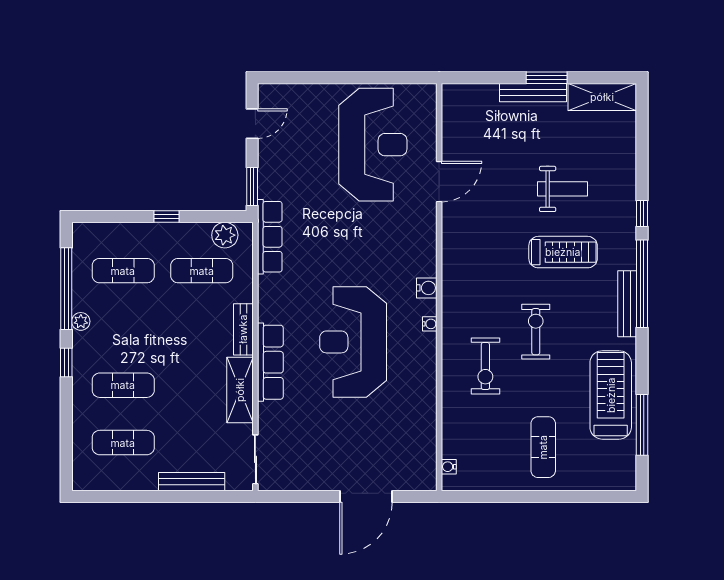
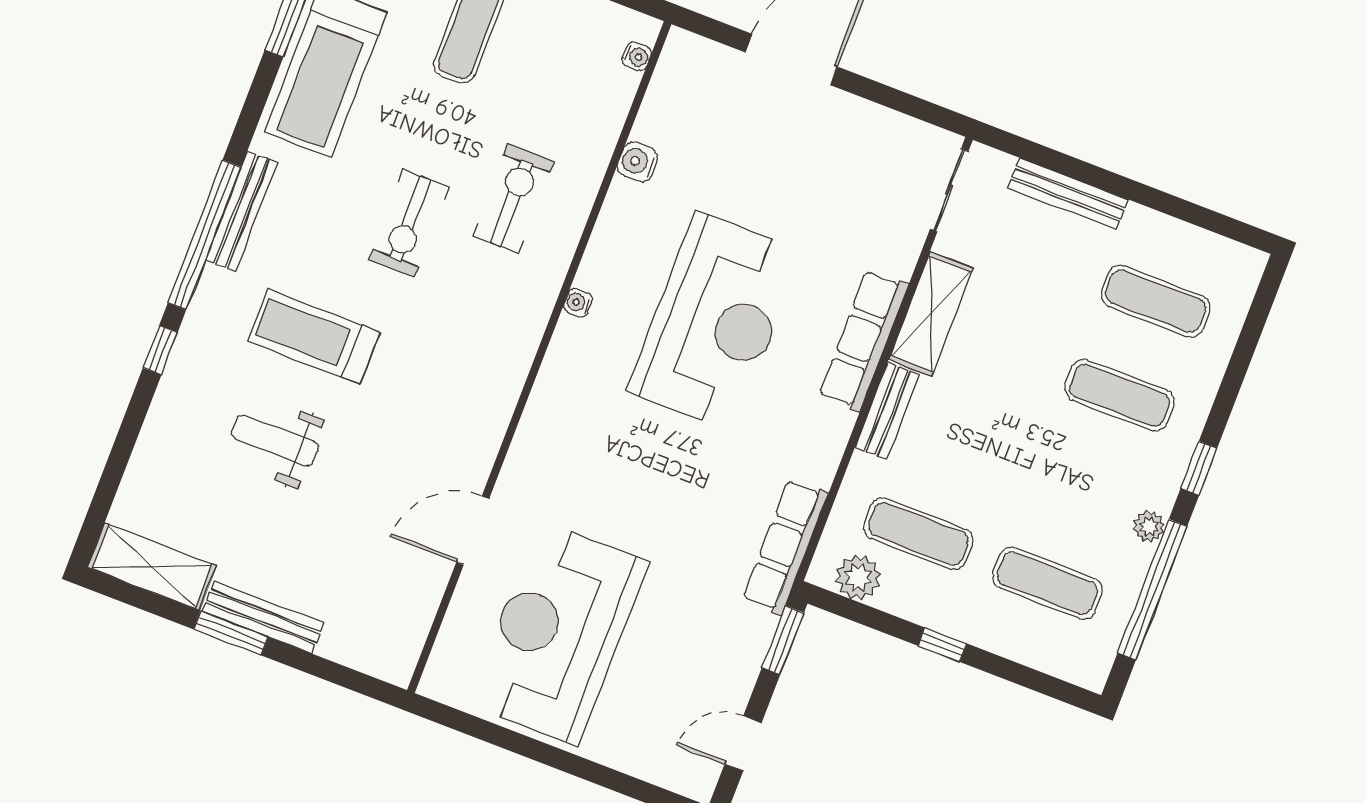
water cooler: (427, 288) -> (638, 162), moved

